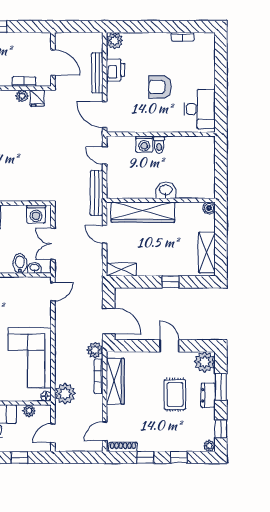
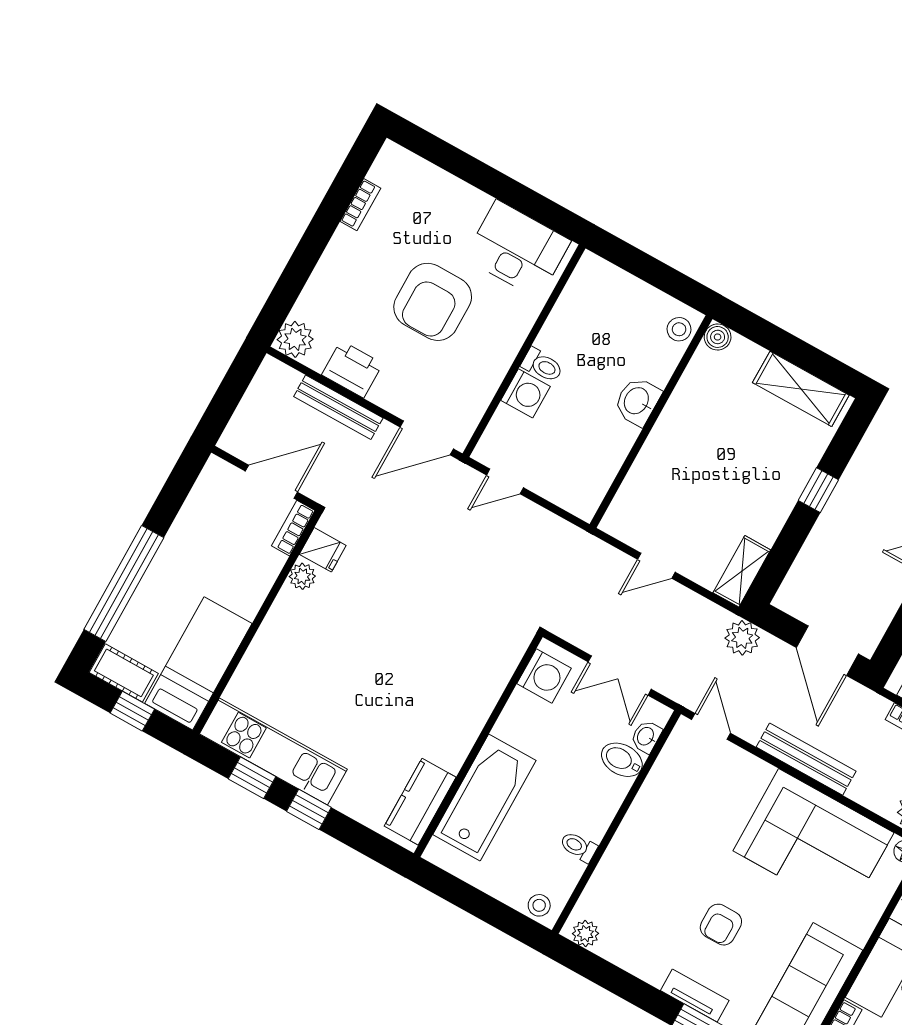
bookcase: (24, 82) -> (293, 528), moved
armchair: (160, 87) -> (433, 302), width x1.36, depth x1.36
stool: (204, 191) -> (679, 329), added
bench: (97, 193) -> (806, 759), moved
wardrobe: (143, 212) -> (655, 469), removed
door: (109, 321) -> (827, 651), swing flipped
plant: (95, 350) -> (742, 638), moved

